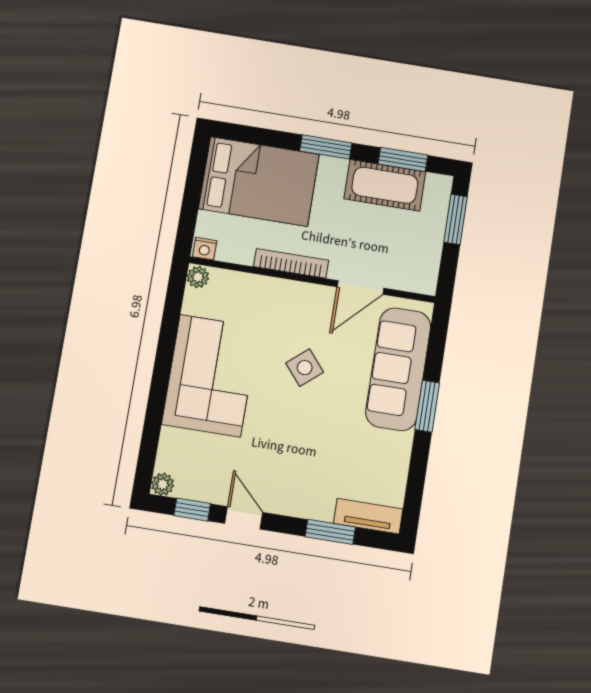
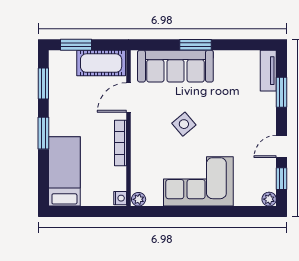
bed: (259, 181) -> (64, 171), width x0.67
cot: (385, 185) -> (101, 63), moved, turned 90
door: (360, 288) -> (129, 97), swing flipped

